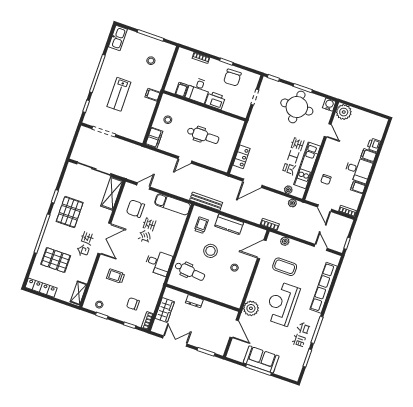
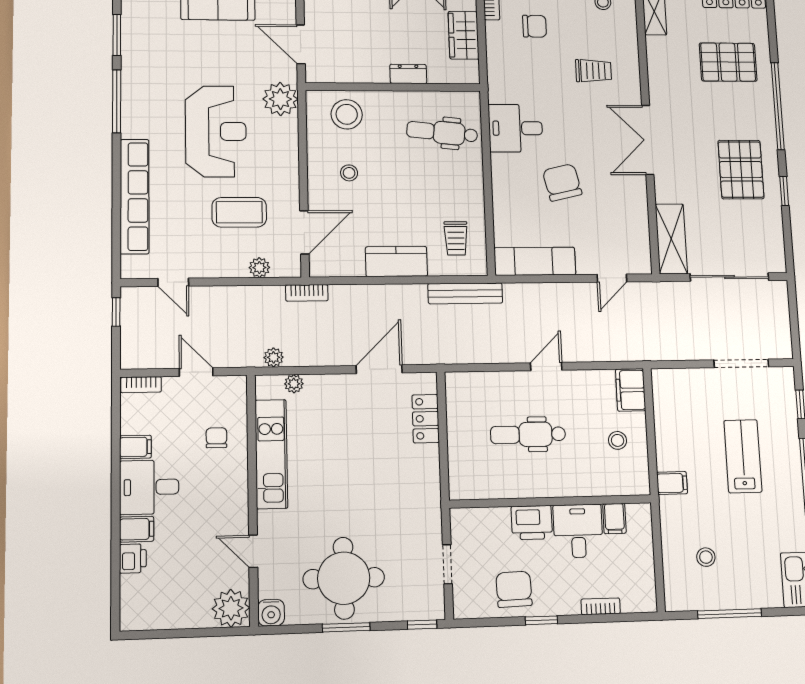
chair: (135, 209) -> (562, 182), moved, turned -104
stool: (210, 251) -> (347, 114), moved

